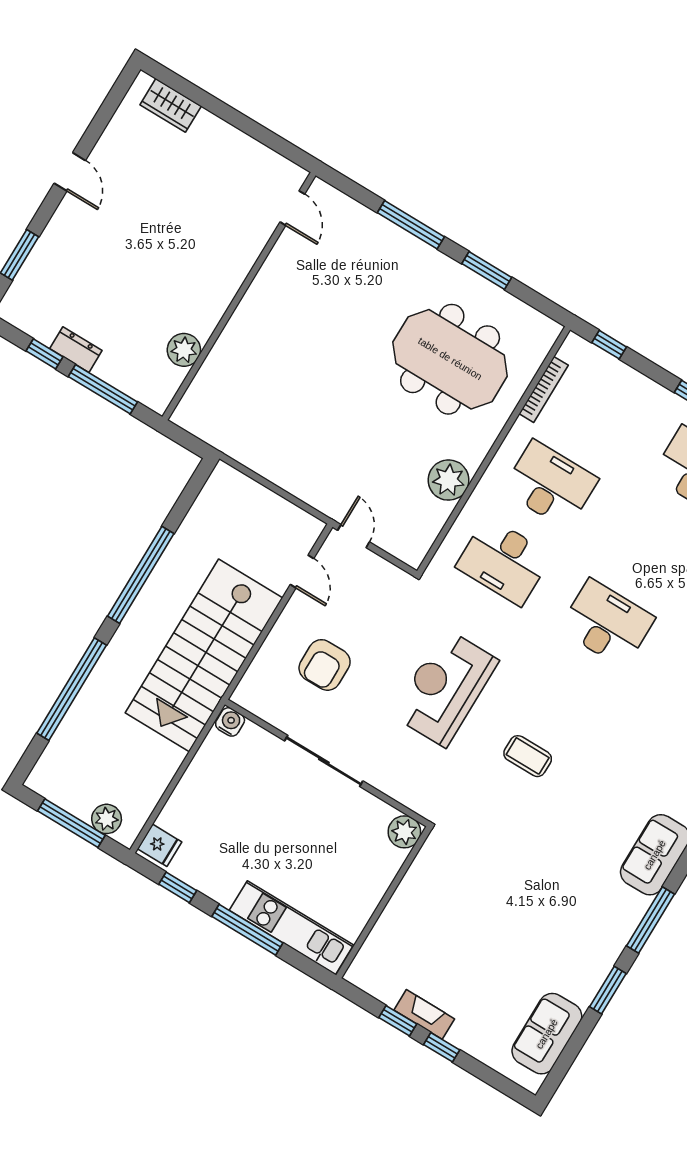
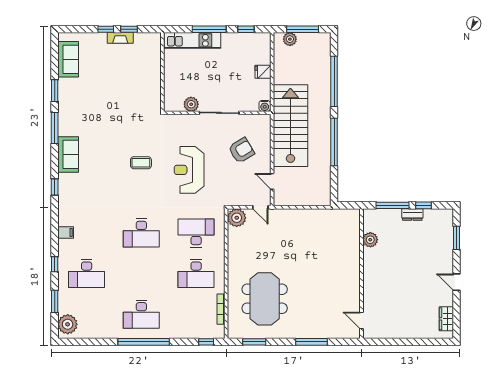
wardrobe: (171, 105) -> (446, 319), moved, turned -90
window: (487, 271) -> (254, 342), moved
meeting table: (450, 359) -> (265, 299), turned 90
plant: (449, 480) -> (237, 218), moved
armchair: (325, 665) -> (241, 150), turned 59
reception desk: (445, 688) -> (189, 170), turned 180
plant: (404, 832) -> (191, 104), moved
fridge: (160, 845) -> (263, 72), moved

